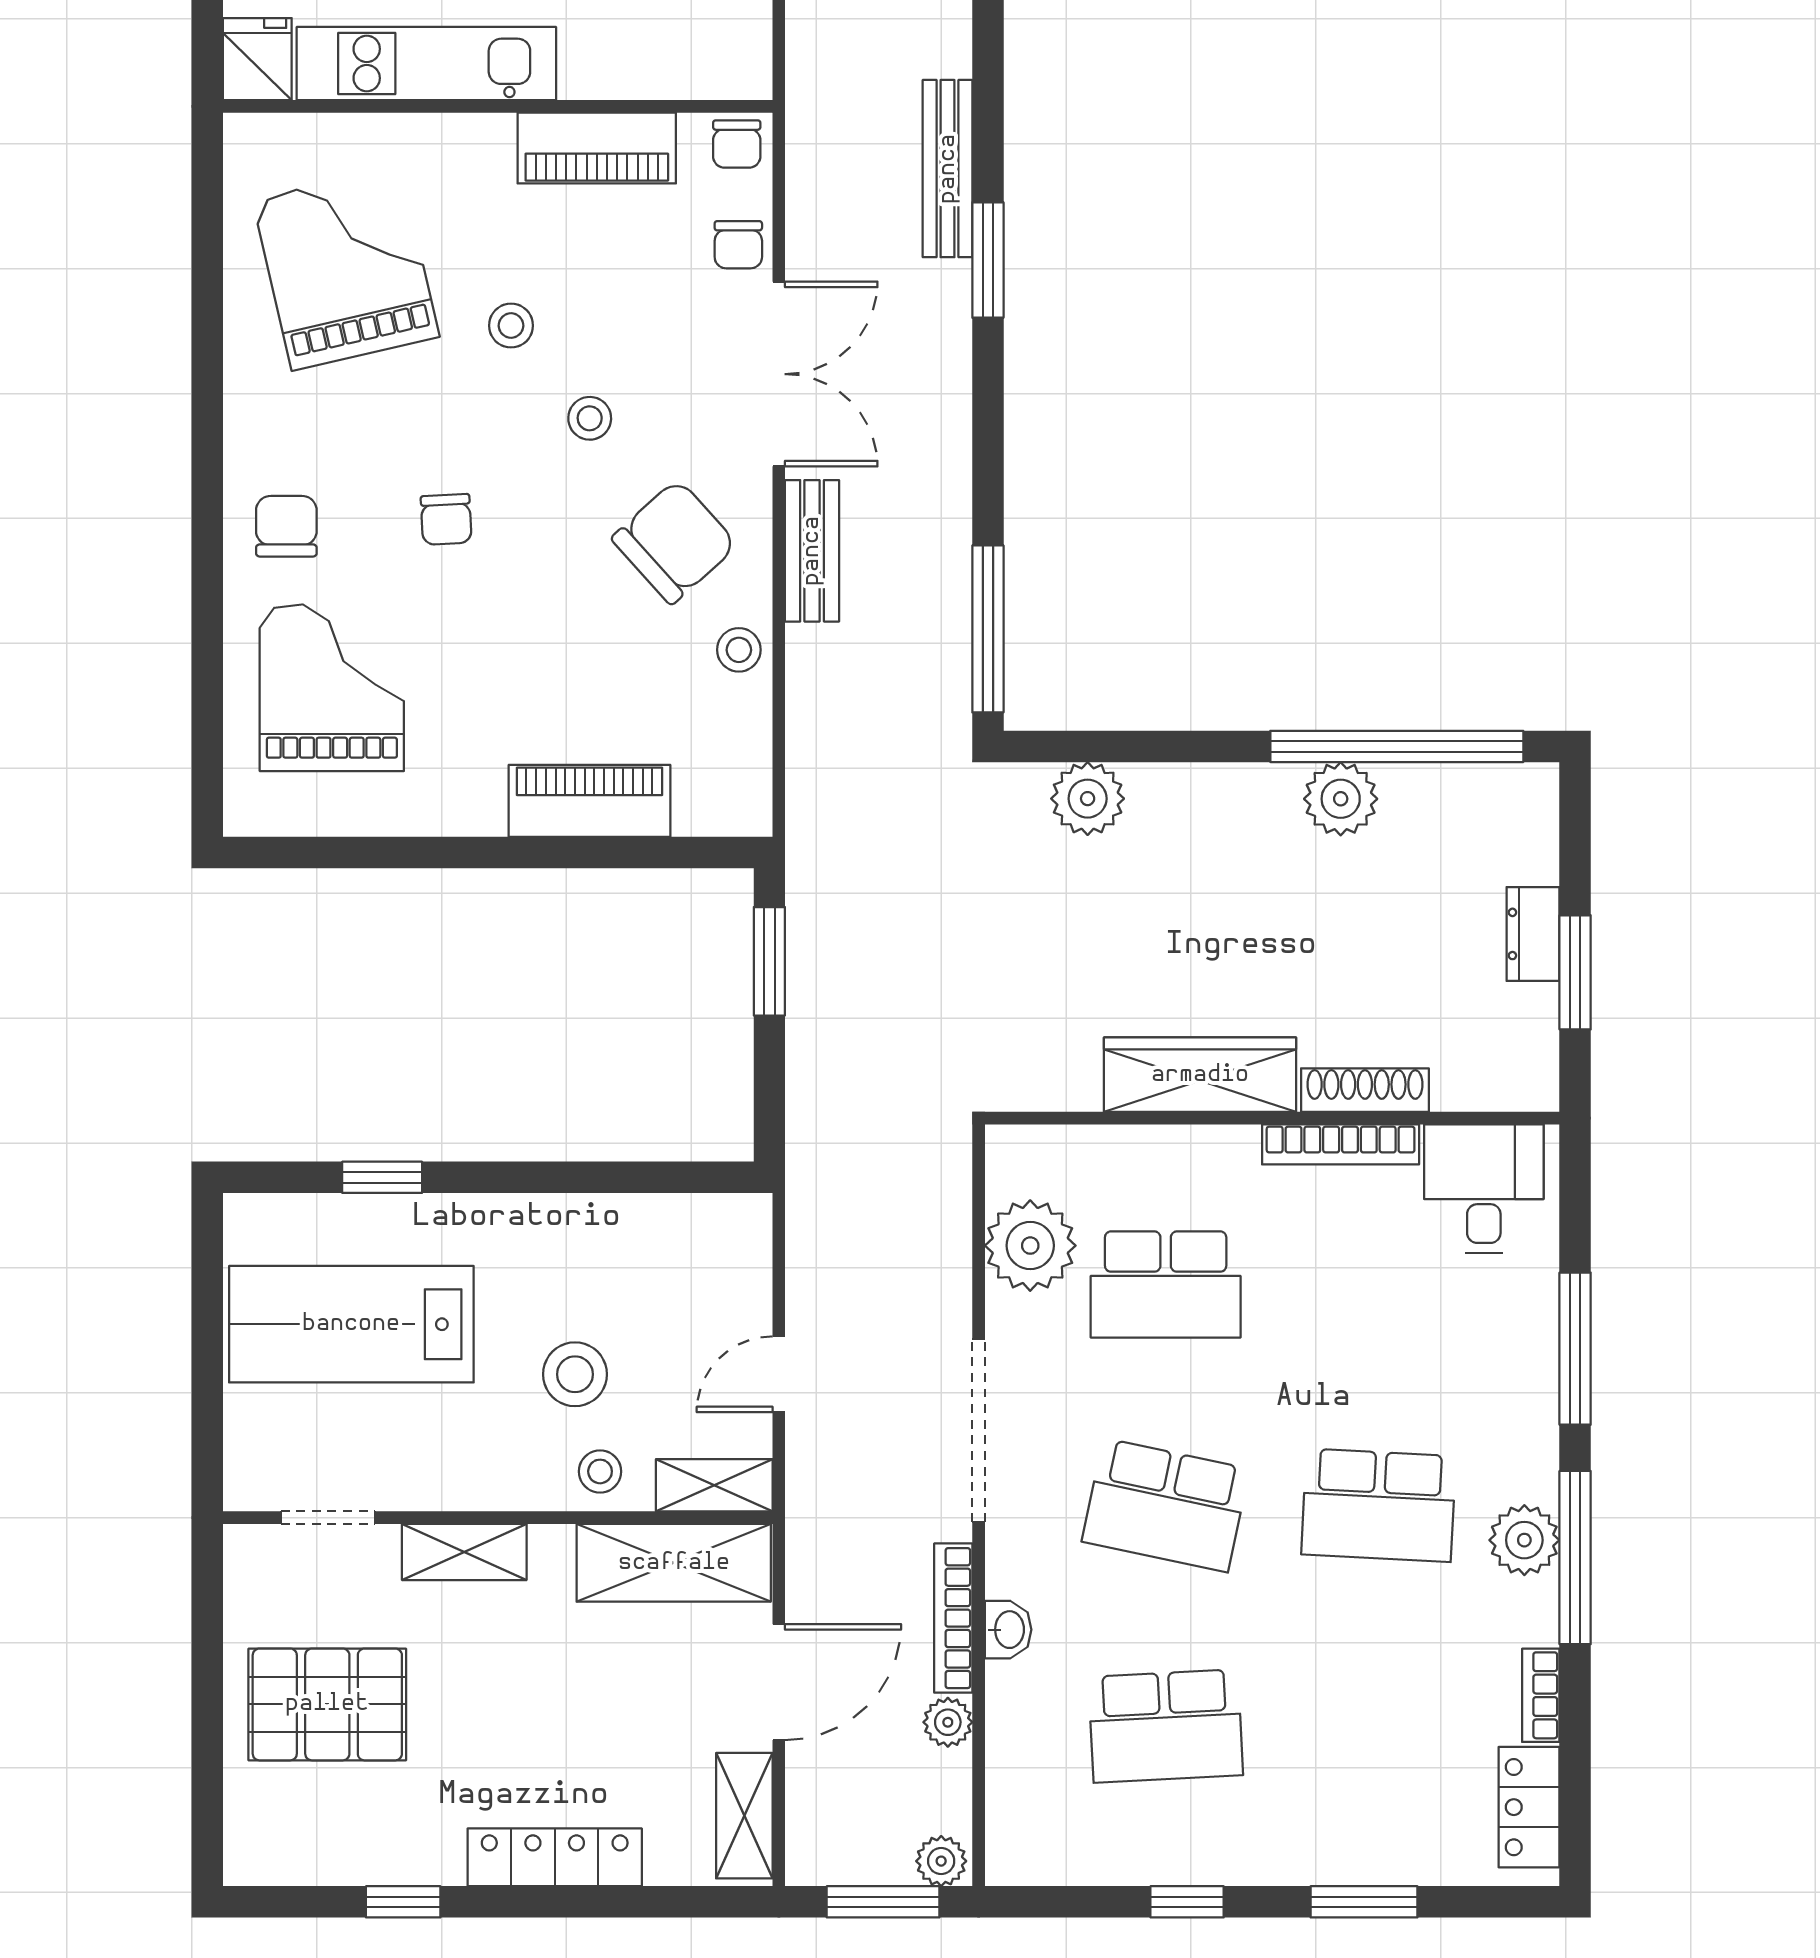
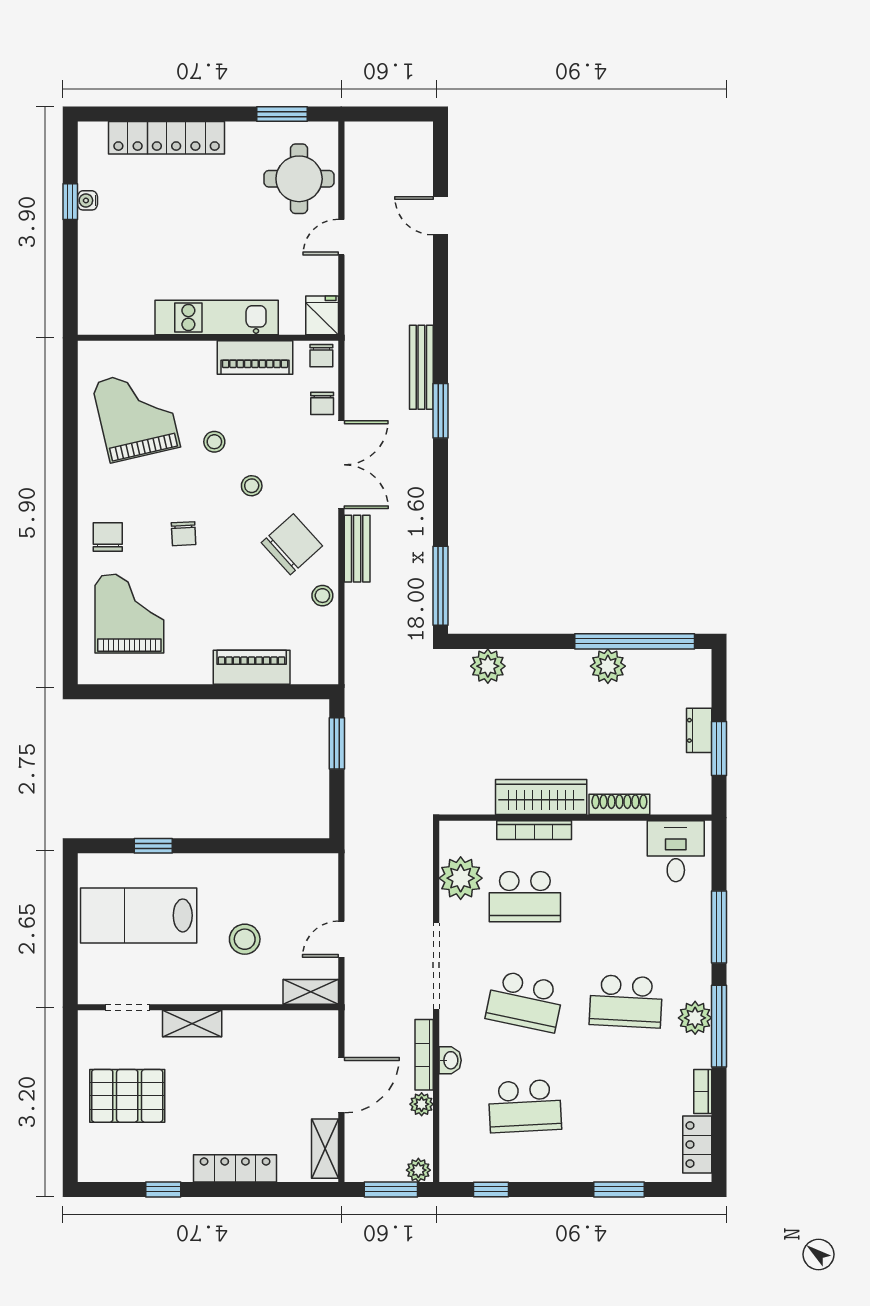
fridge: (257, 59) -> (322, 315), moved
kitchen unit: (426, 64) -> (217, 317), moved
bookcase: (1341, 1144) -> (534, 830), moved
stool: (600, 1471) -> (257, 985), removed
shelving: (674, 1563) -> (292, 1029), removed
window: (1187, 1902) -> (491, 1189), moved

